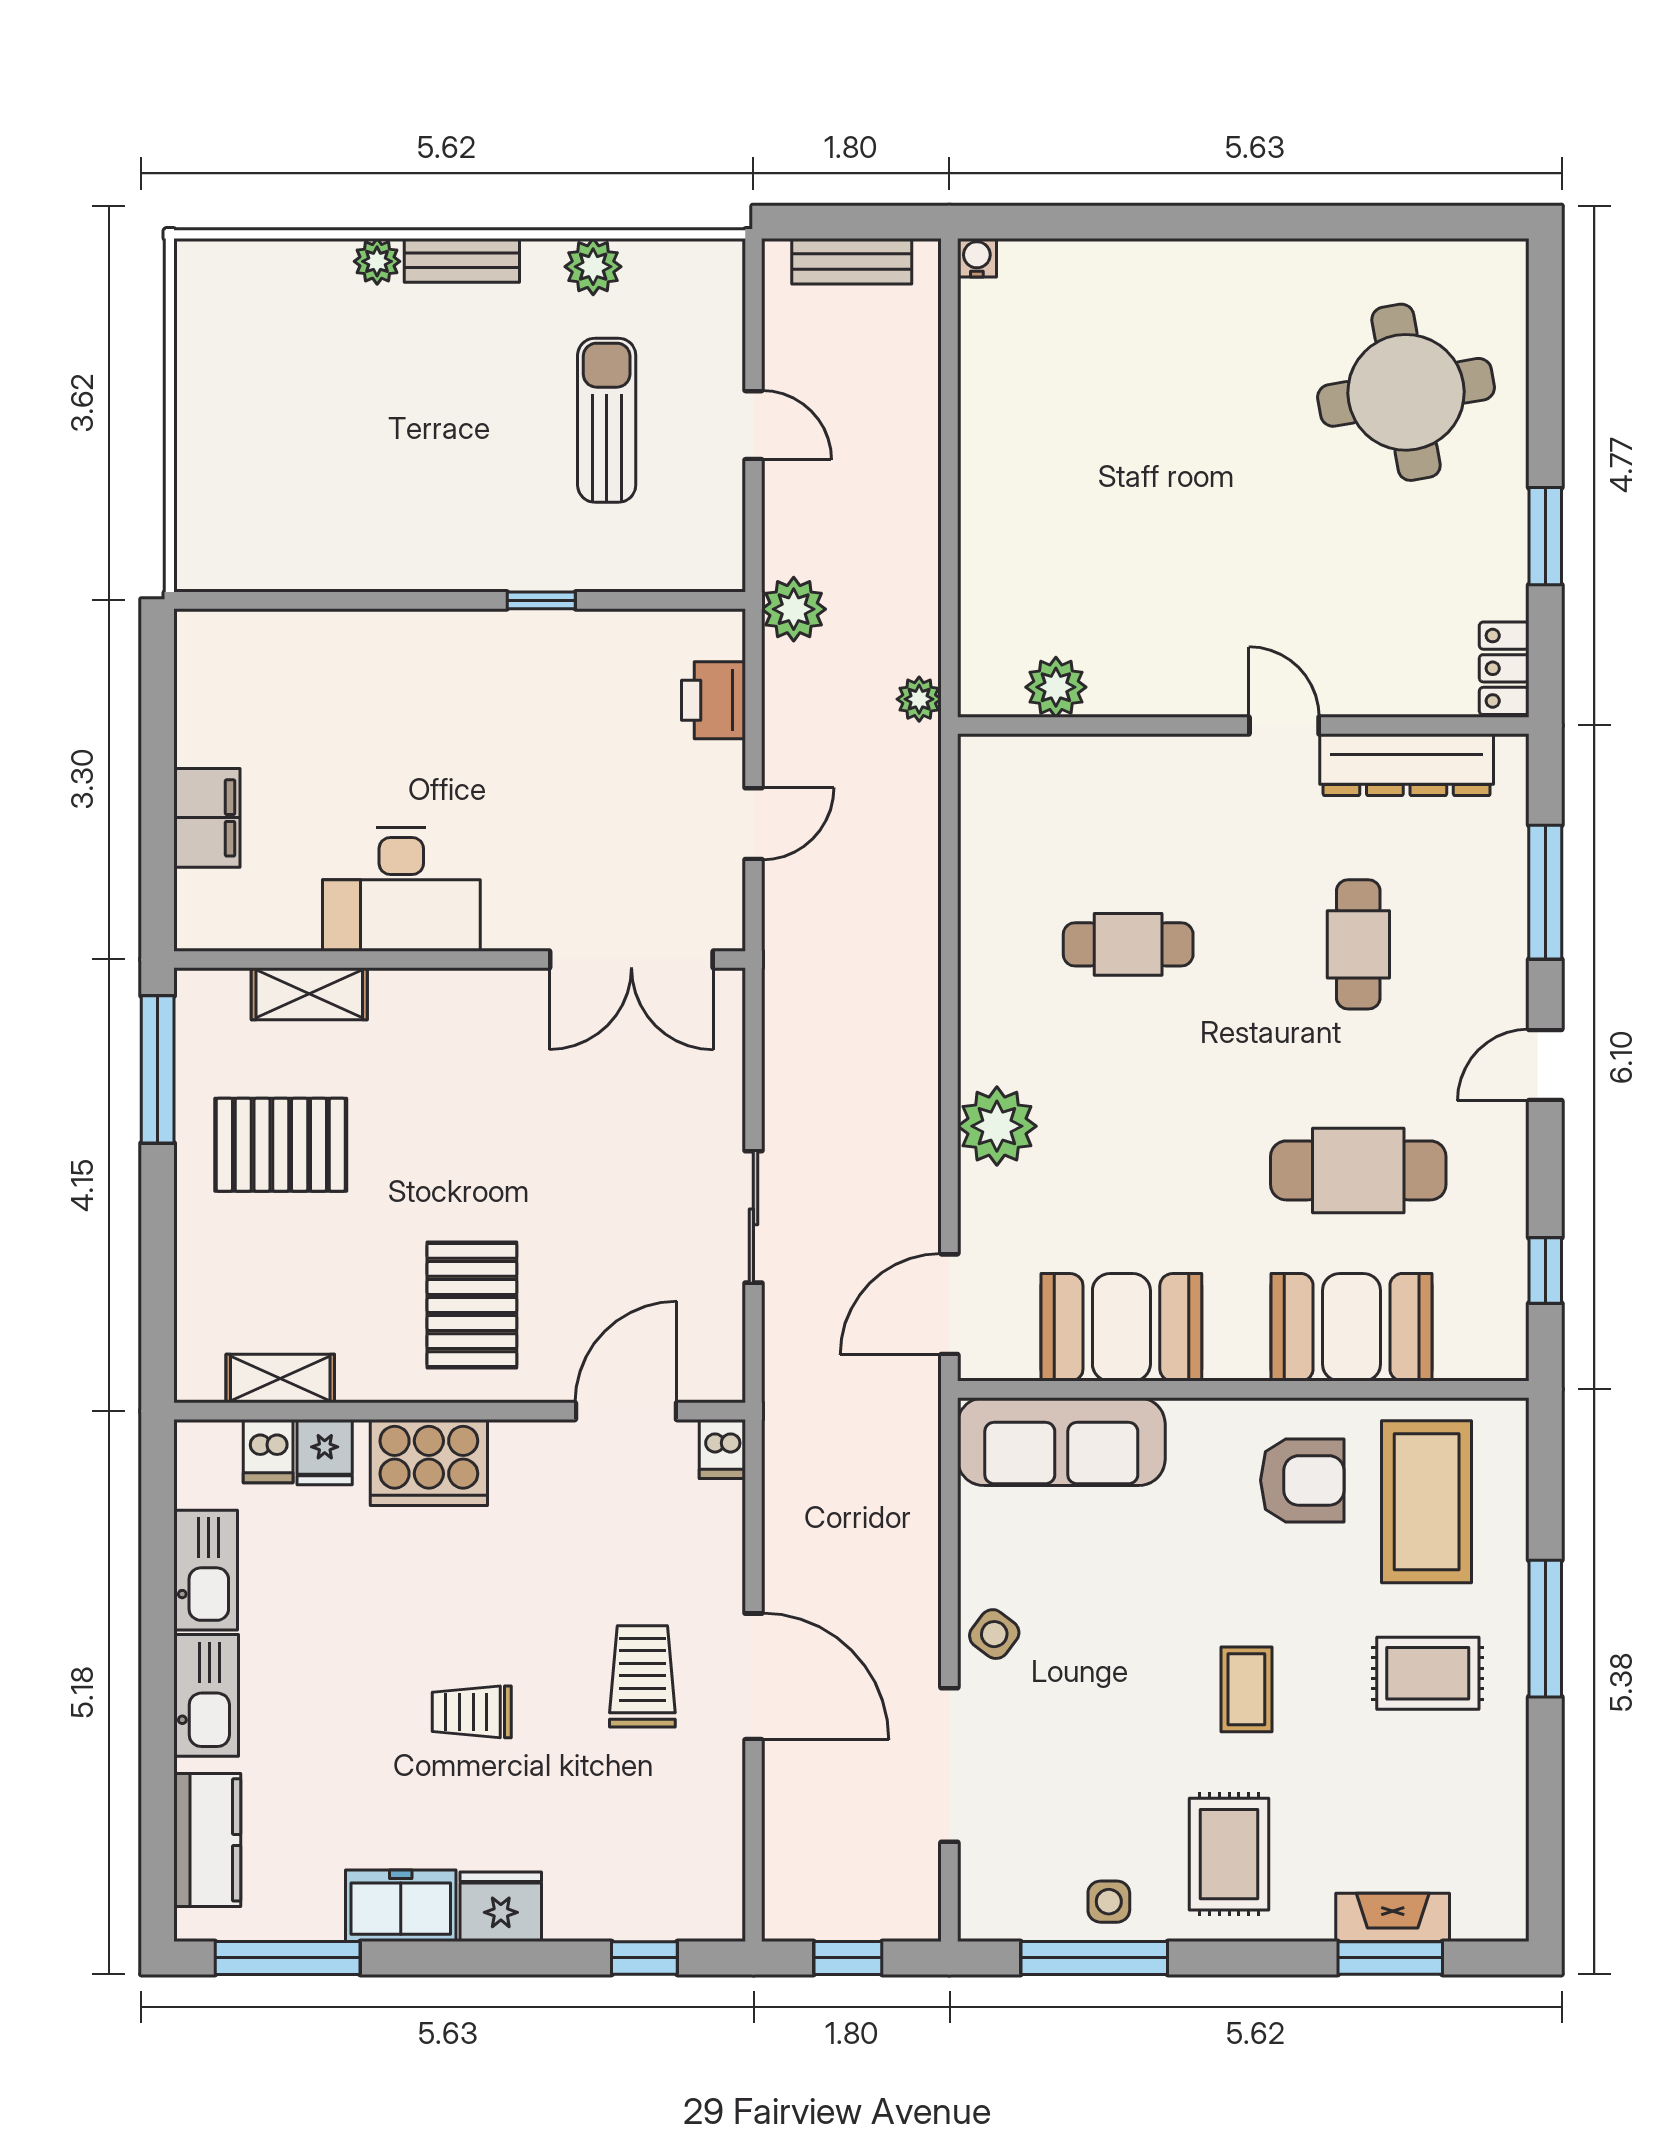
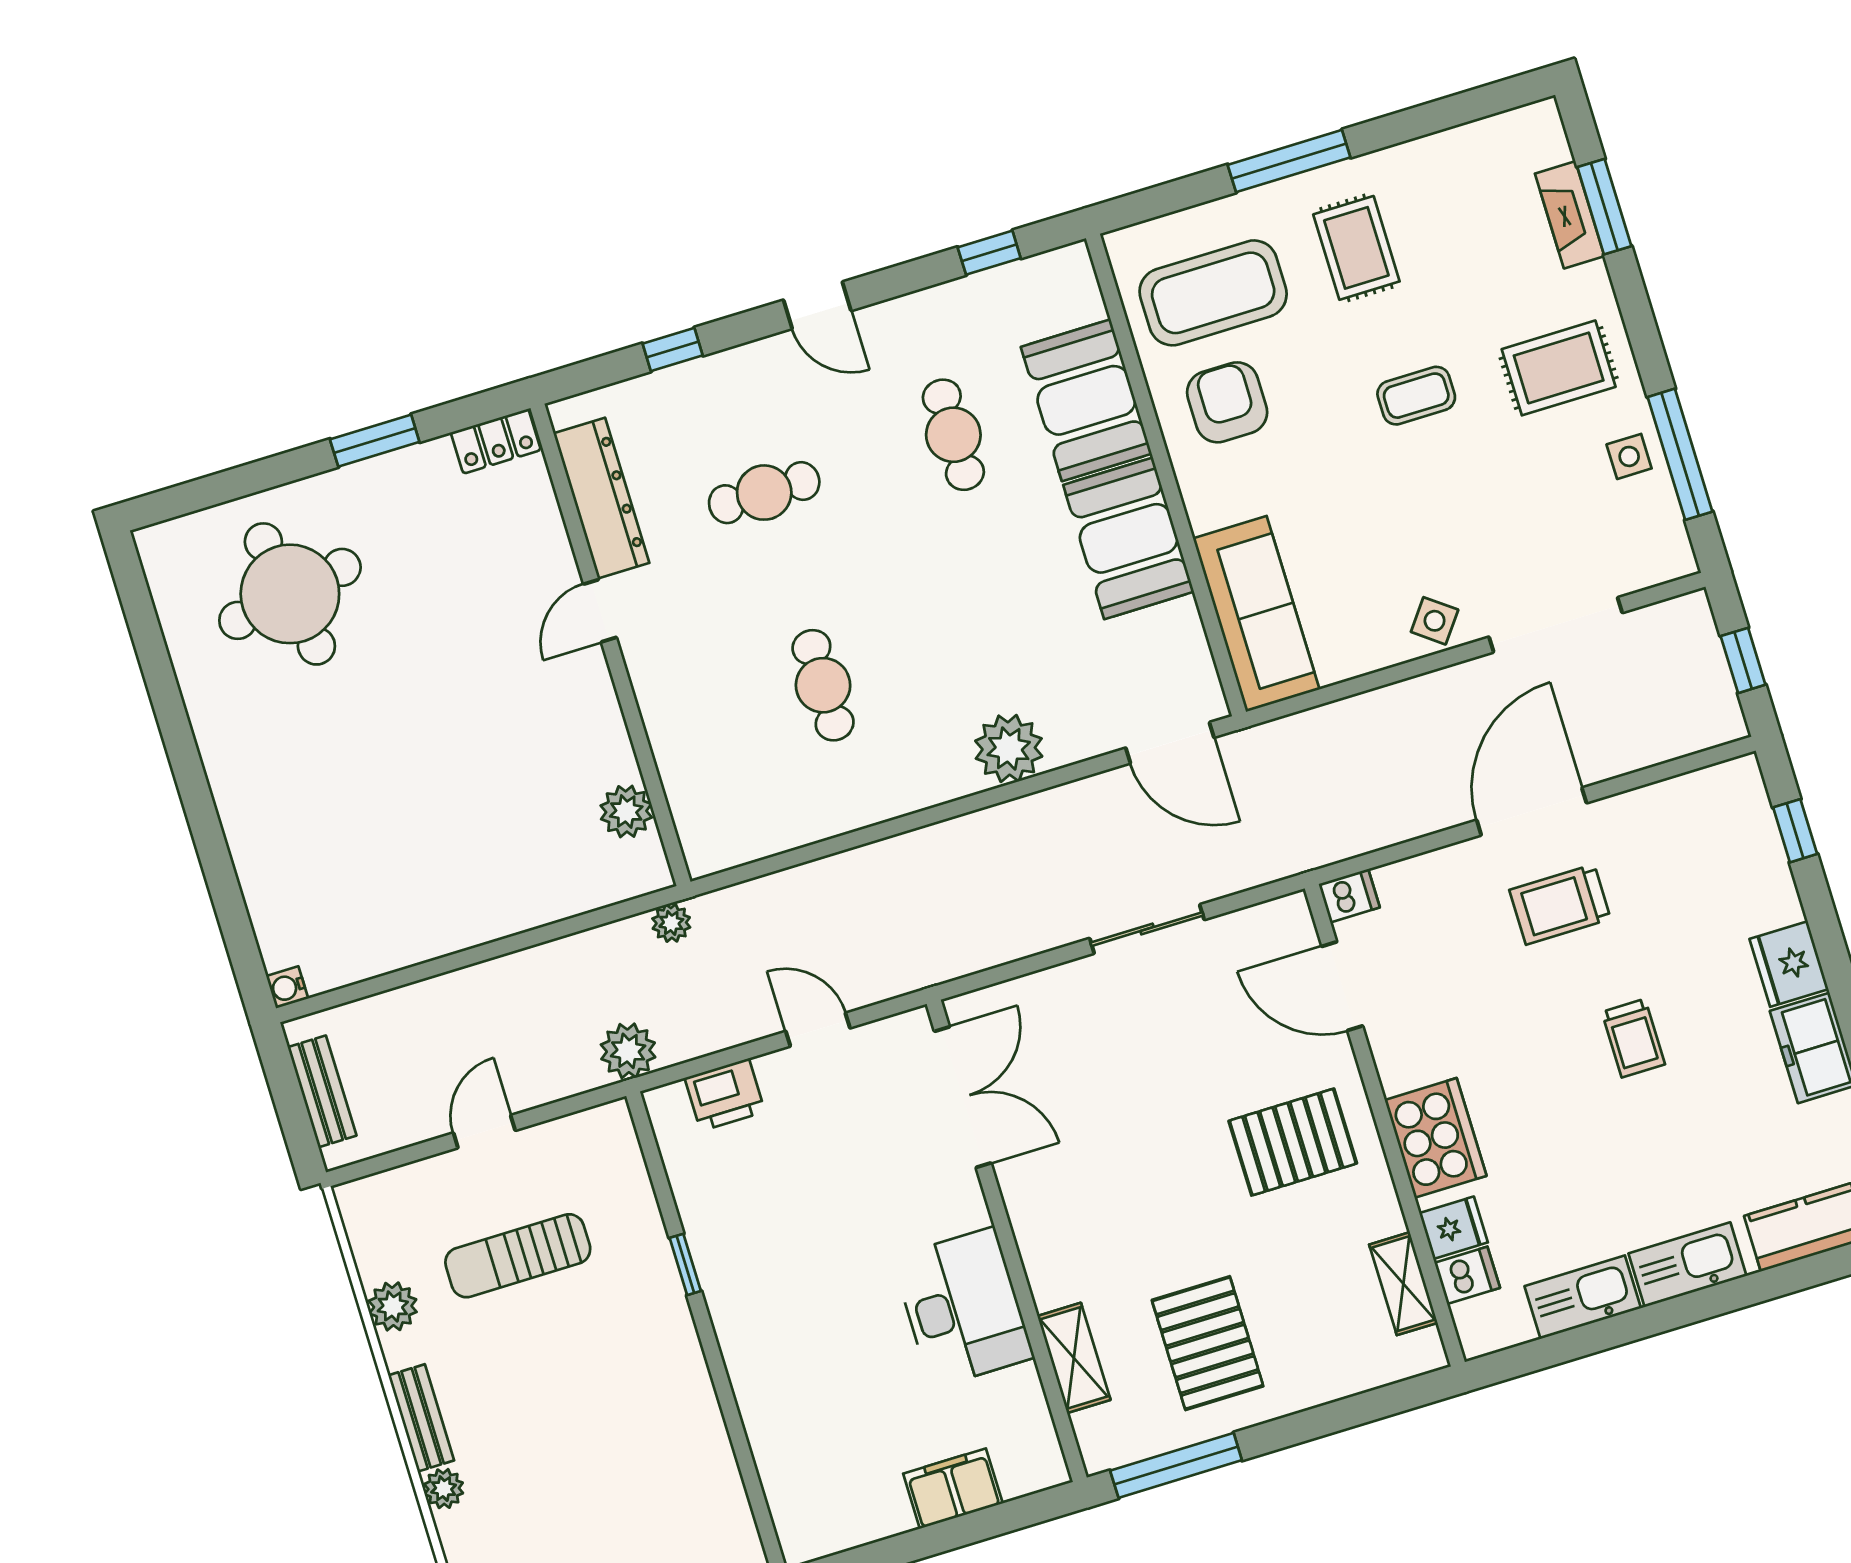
window: (1545, 892) -> (673, 350), width x0.46
cafe table: (1358, 1170) -> (953, 435), width x0.73, depth x0.74
booth: (1121, 1327) -> (1129, 538), moved

